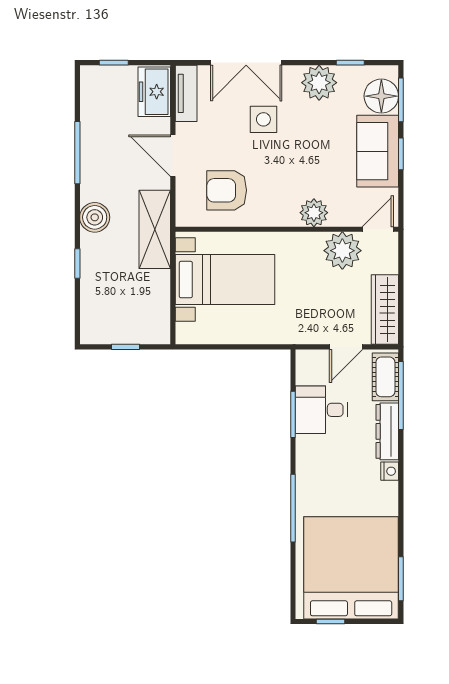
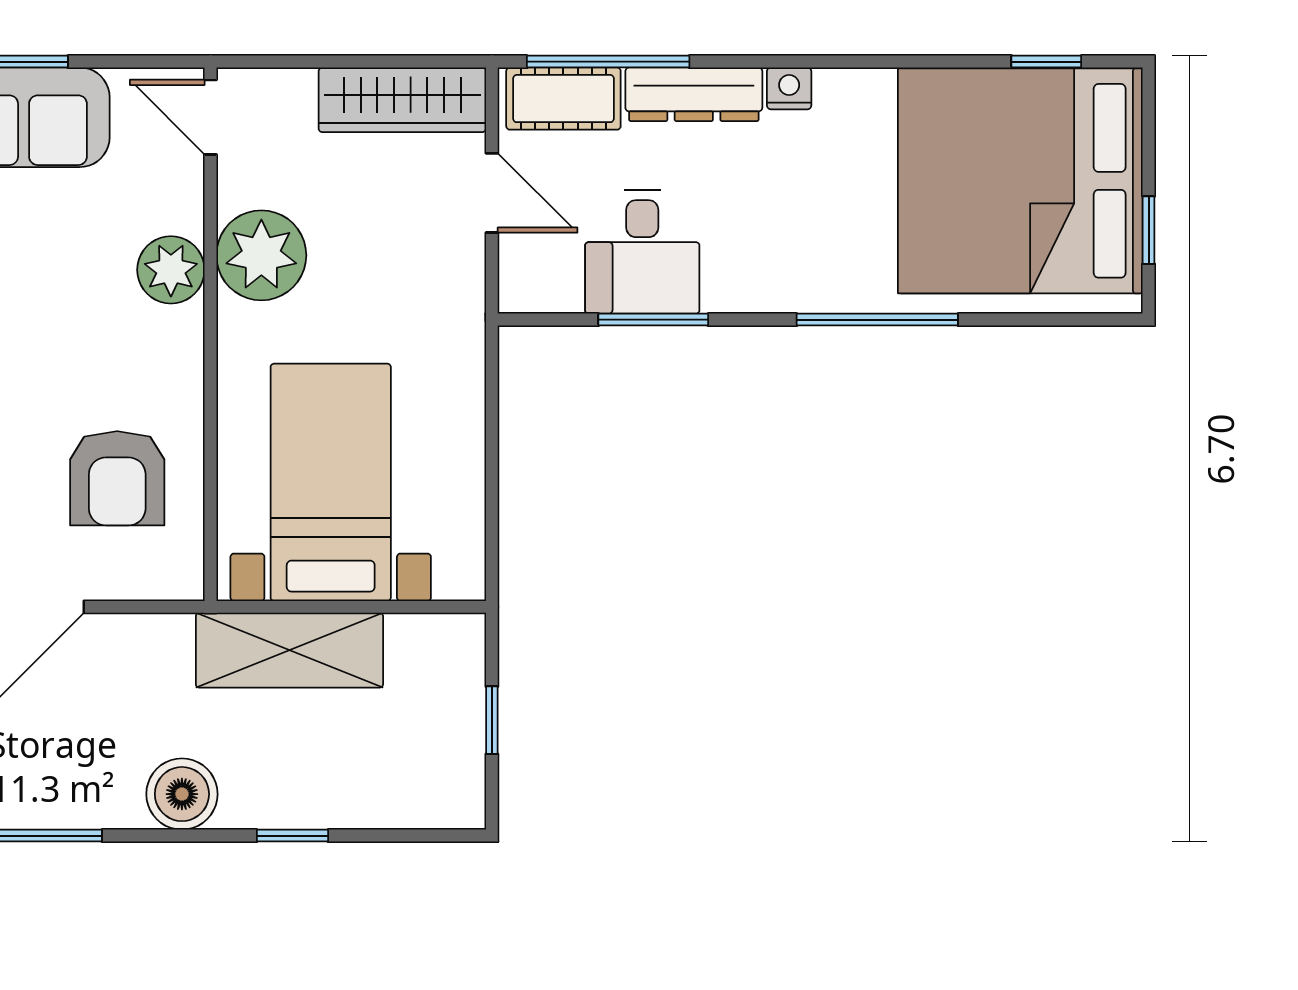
shelving: (155, 229) -> (289, 650), moved
plant: (342, 251) -> (261, 255), moved
window: (401, 579) -> (1046, 62), width x0.67

